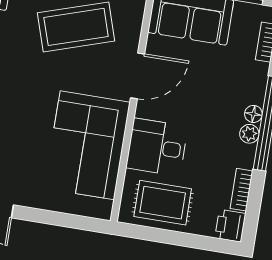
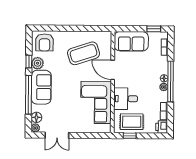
door: (138, 76) -> (113, 70), swing flipped
window: (153, 234) -> (130, 136), added

